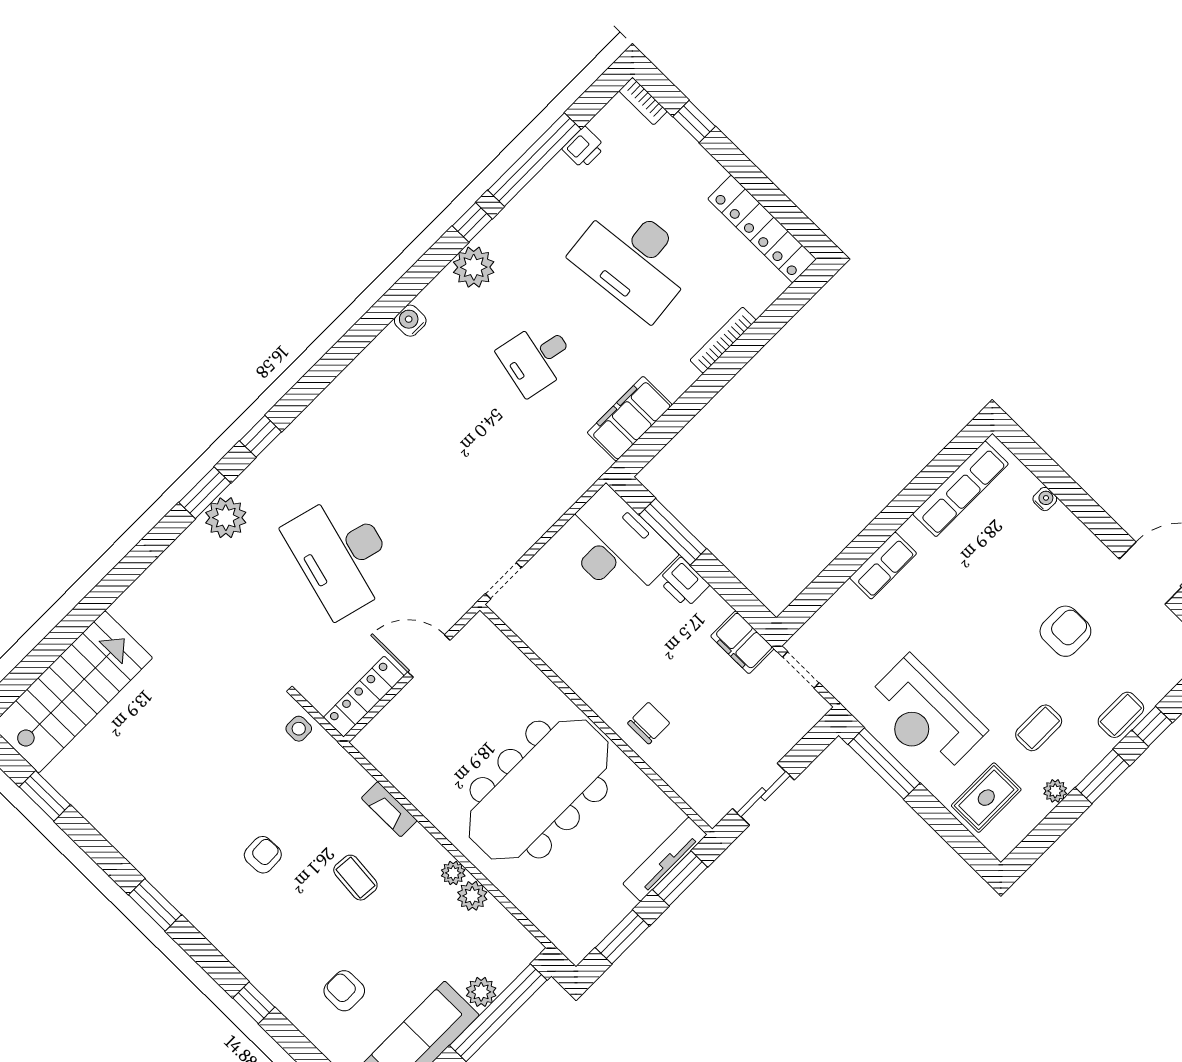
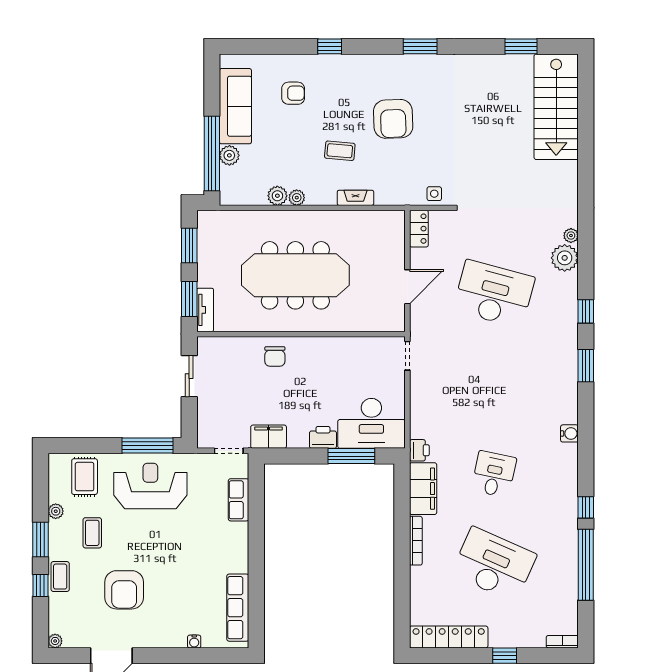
window: (694, 122) -> (505, 656), moved
printer: (584, 148) -> (419, 450), moved, turned 180
desk: (634, 259) -> (494, 564), turned 30
plant: (474, 267) -> (571, 236), moved, width x0.53, depth x0.53
bookcase: (723, 340) -> (416, 541), moved
window: (205, 493) -> (586, 366), moved
row of seats: (883, 566) -> (239, 500), moved
armchair: (1065, 631) -> (124, 590), width x1.36, depth x1.36
locker: (364, 697) -> (419, 229), width x0.66
meeting table: (539, 790) -> (295, 275), turned 90
armchair: (263, 855) -> (393, 119), width x1.88, depth x1.88
tv unit: (665, 859) -> (205, 310), width x0.71

